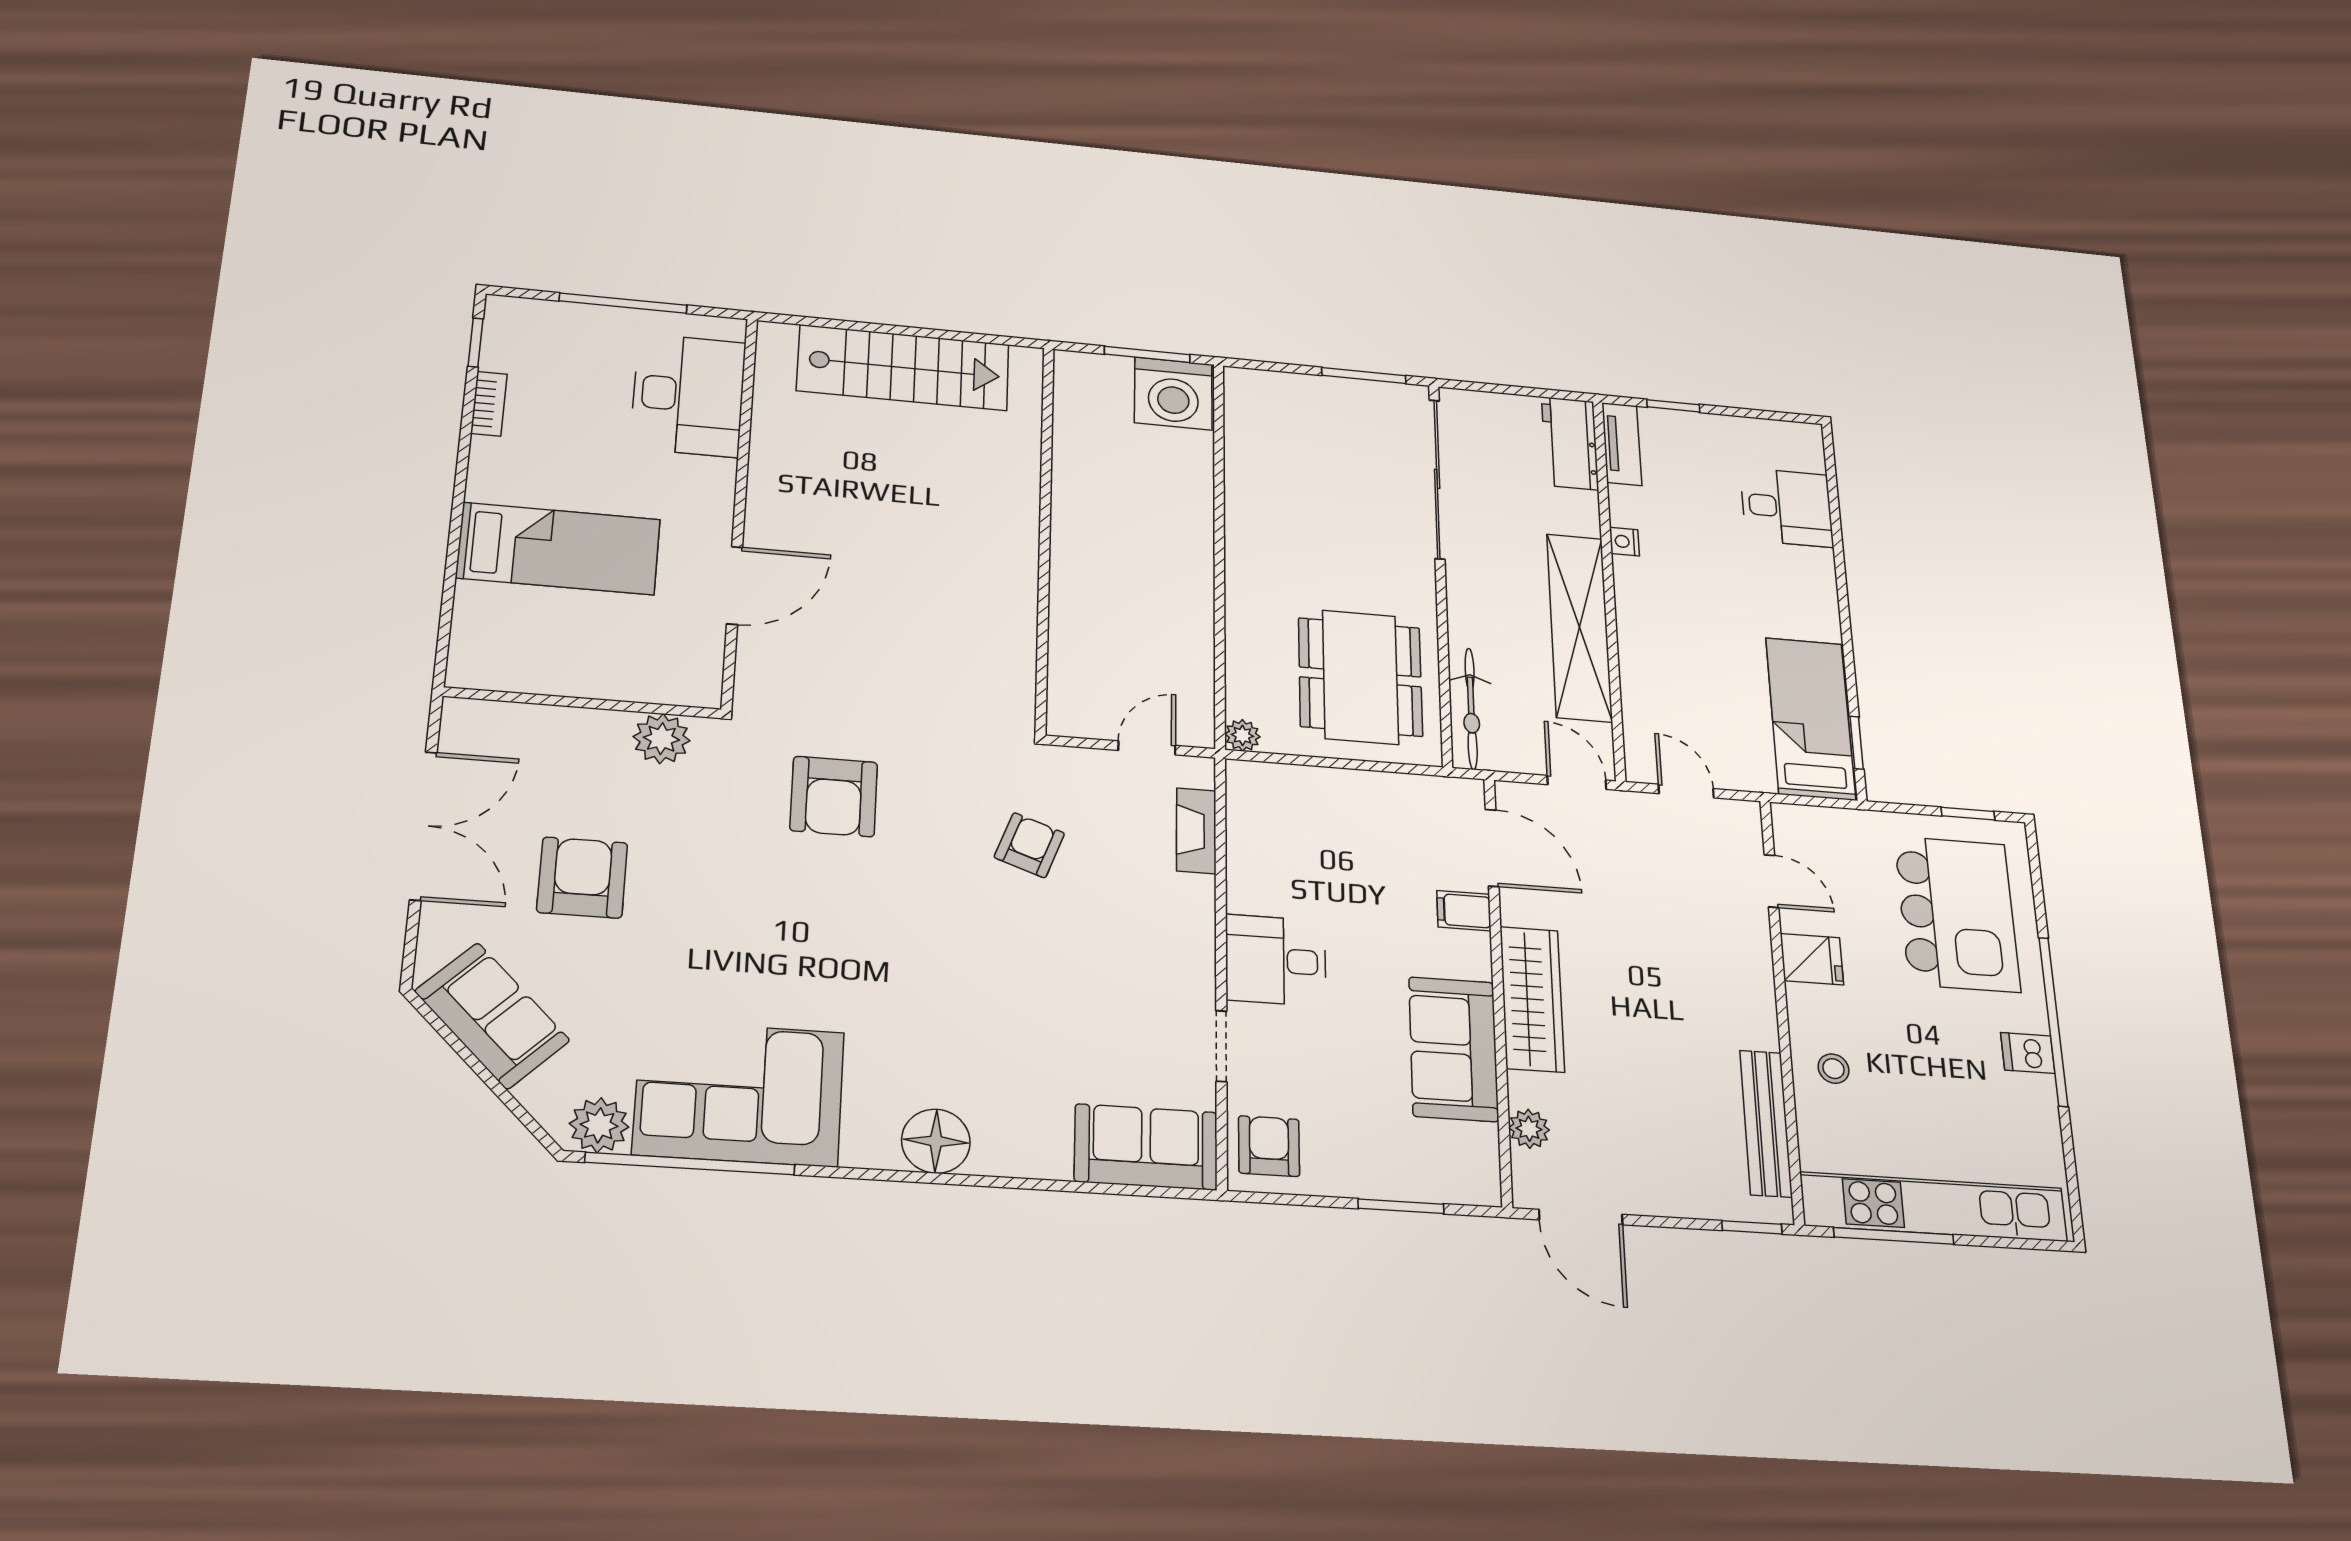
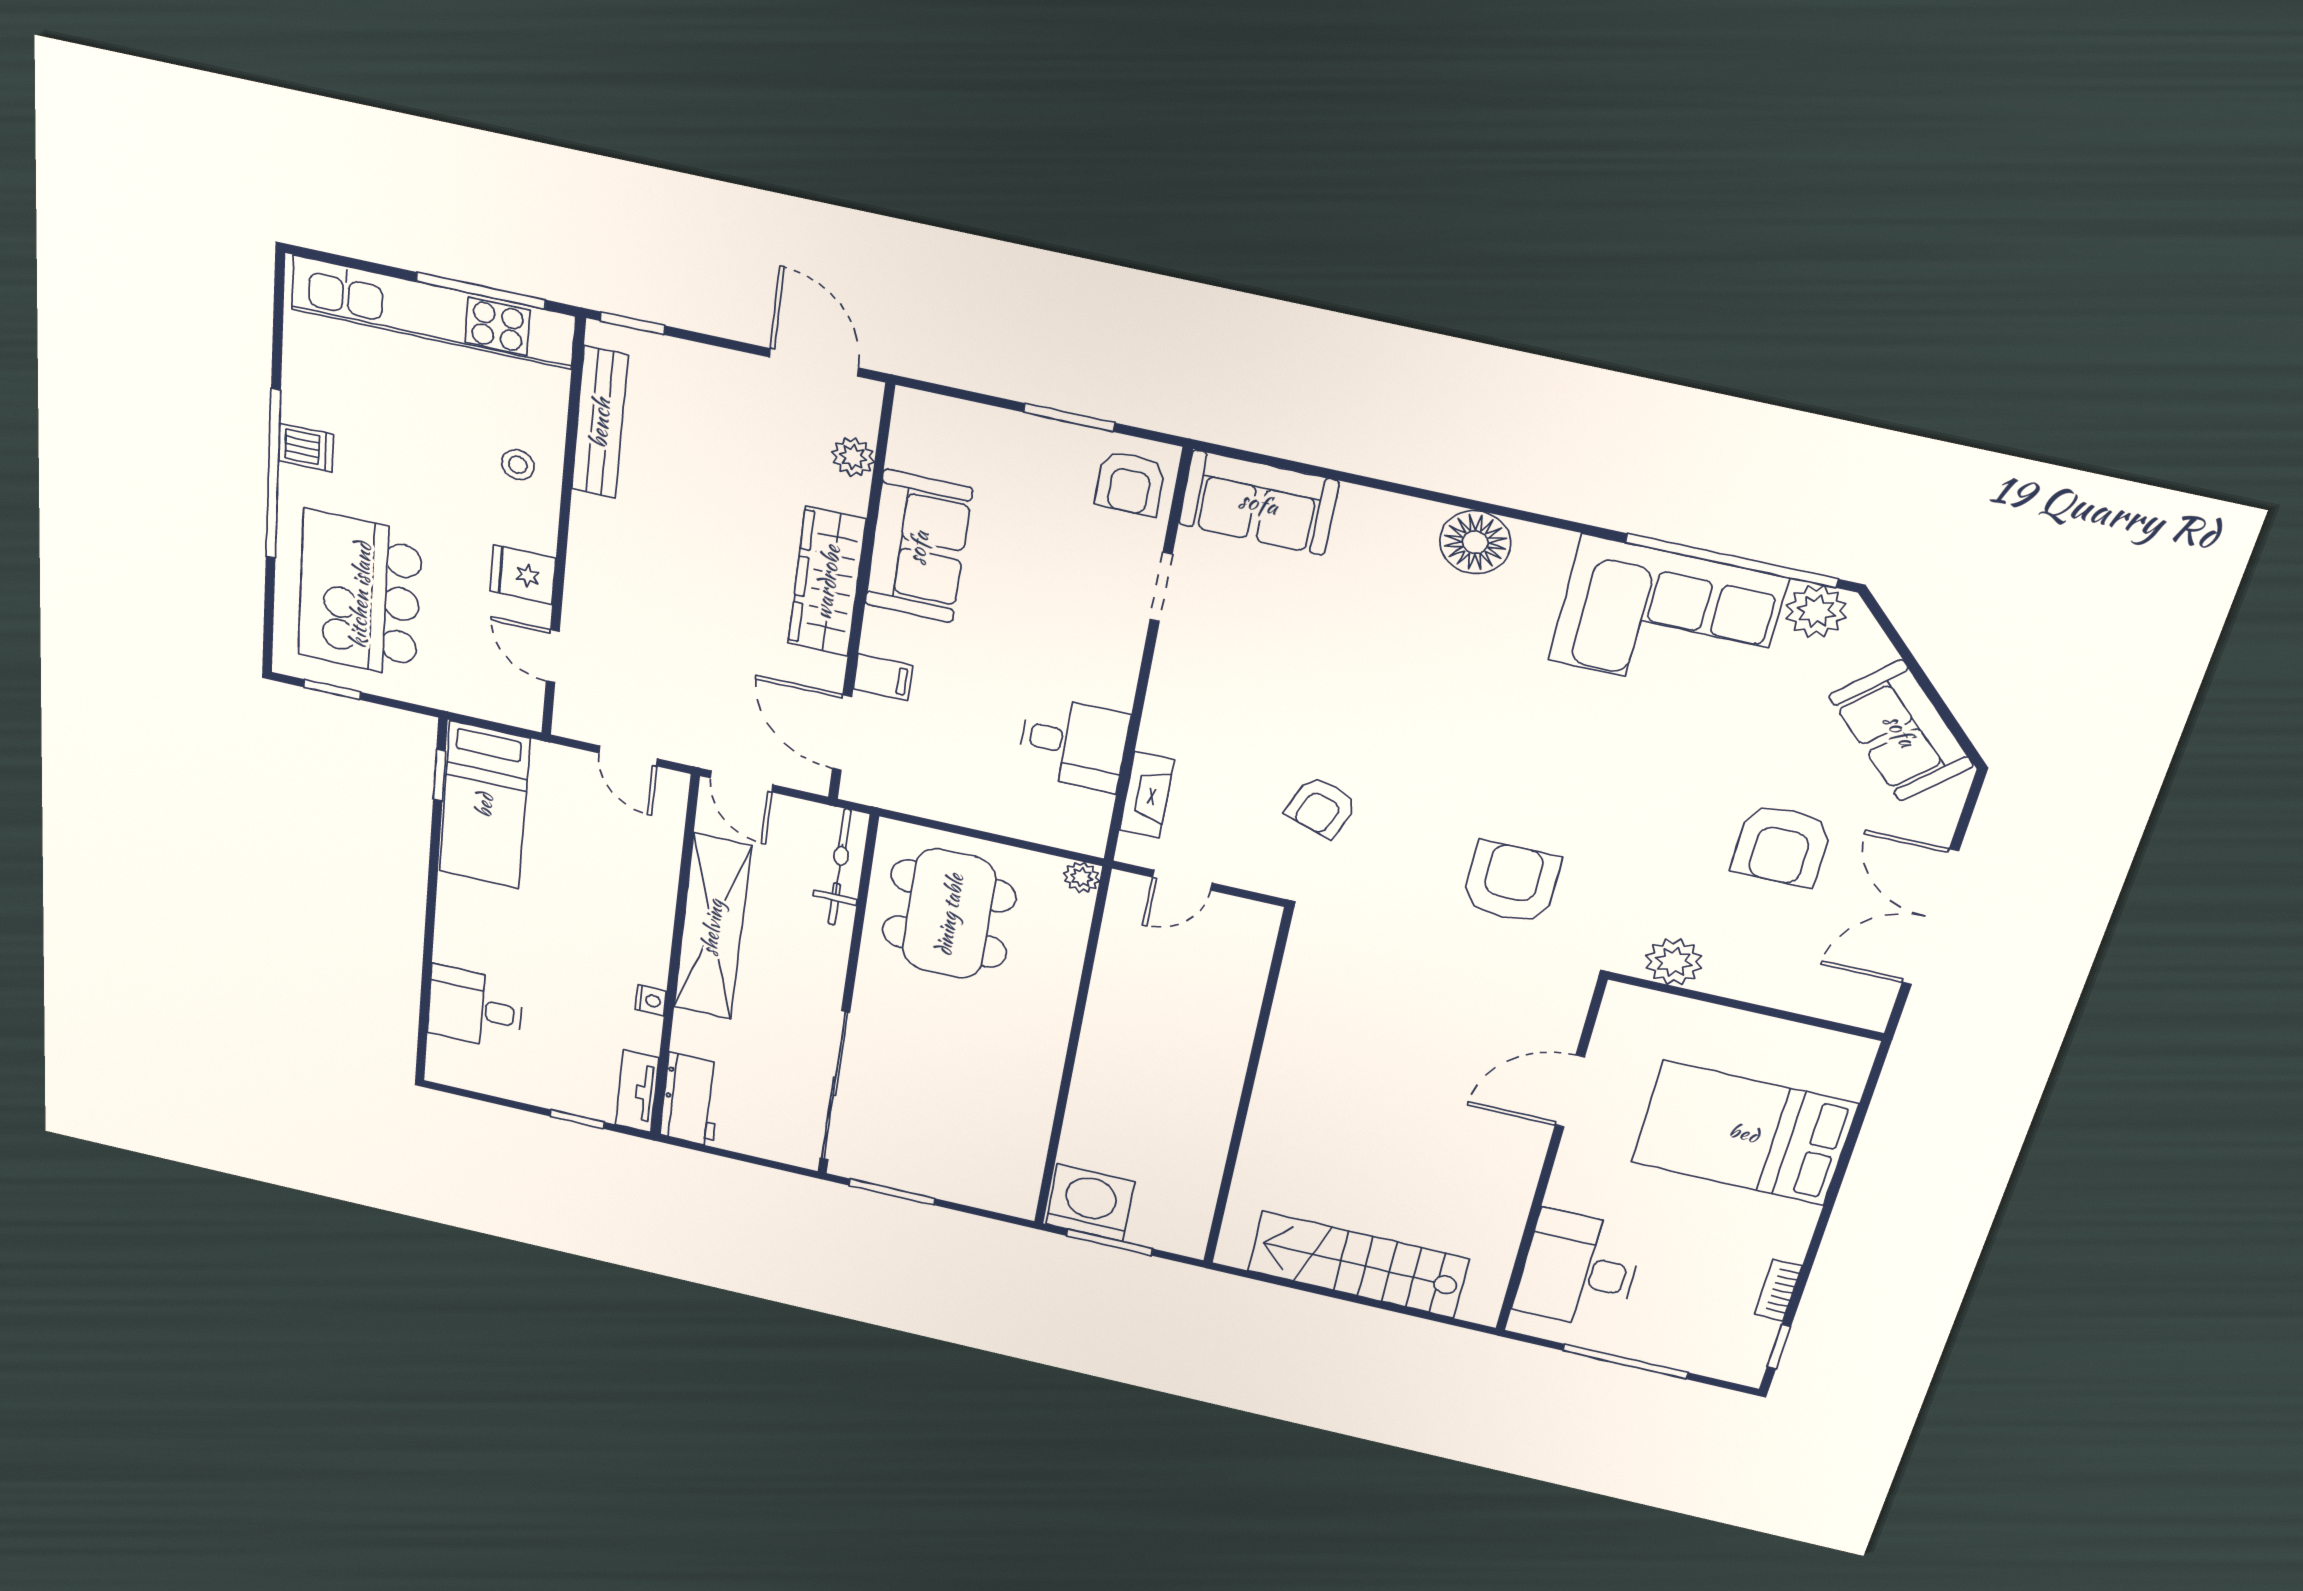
bed: (558, 549) -> (1744, 1133), width x1.50
desk: (1276, 960) -> (1073, 743), moved
window: (1401, 1206) -> (1069, 417), moved

